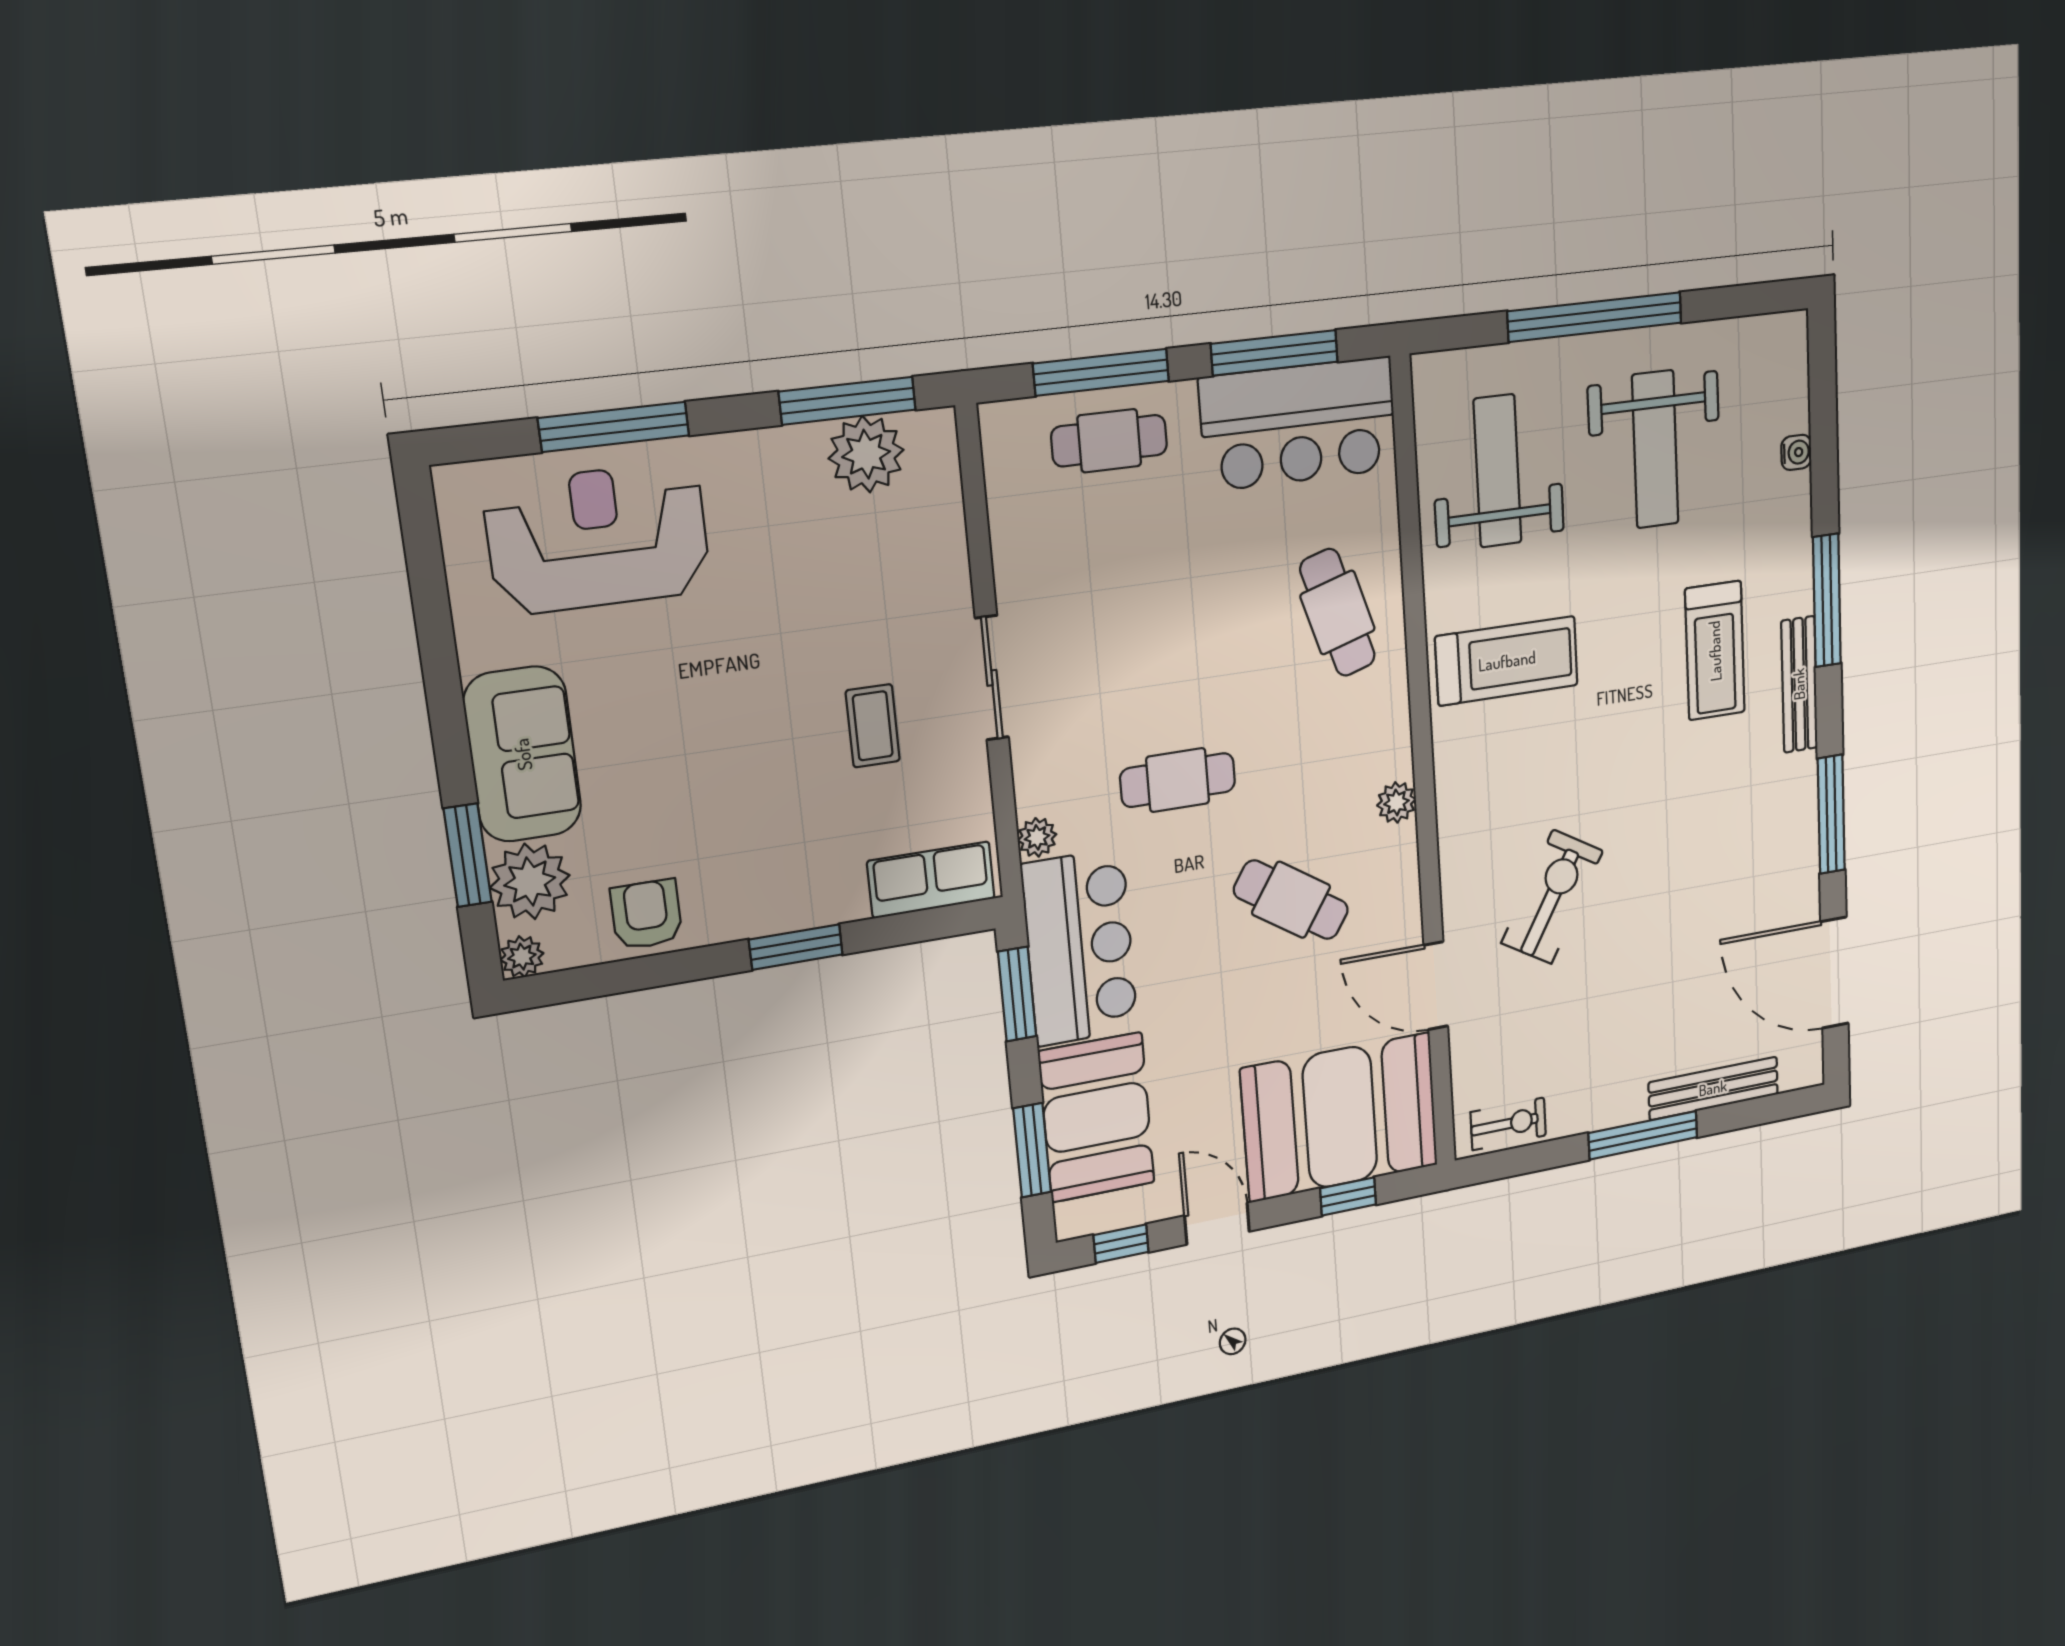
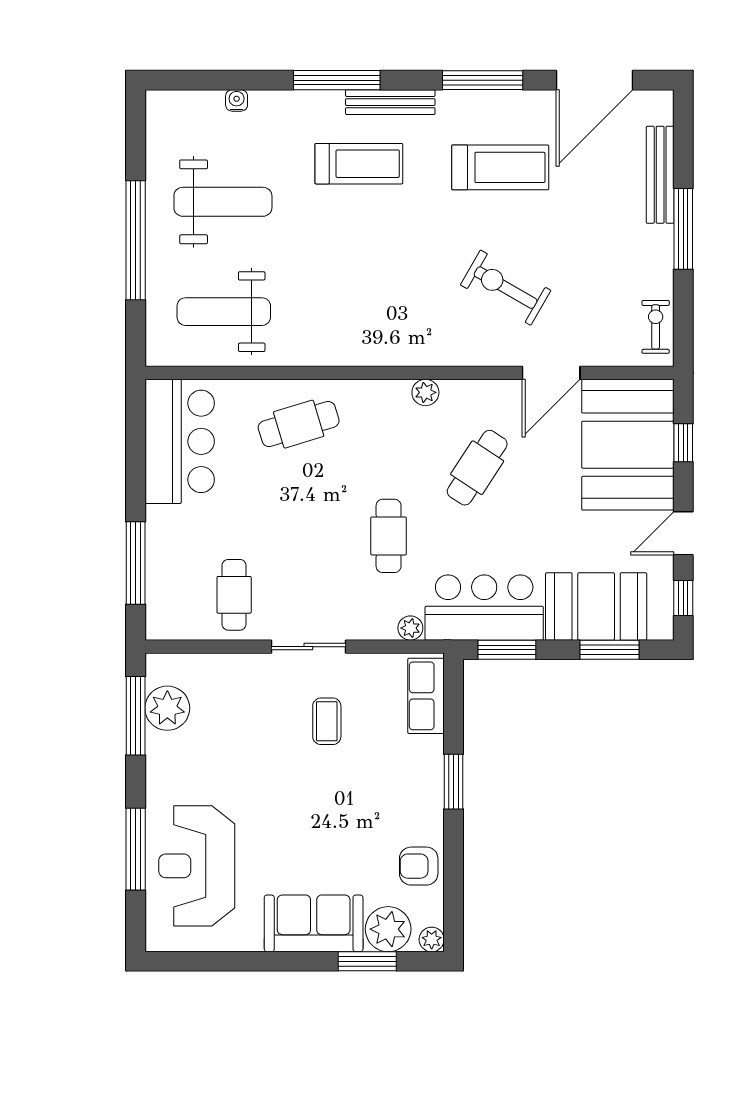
window: (1275, 353) -> (136, 454), removed
cafe table: (1109, 441) -> (234, 595), moved
treadmill: (1507, 661) -> (500, 167), moved, turned 90
coffee table: (873, 726) -> (327, 721), turned 90

